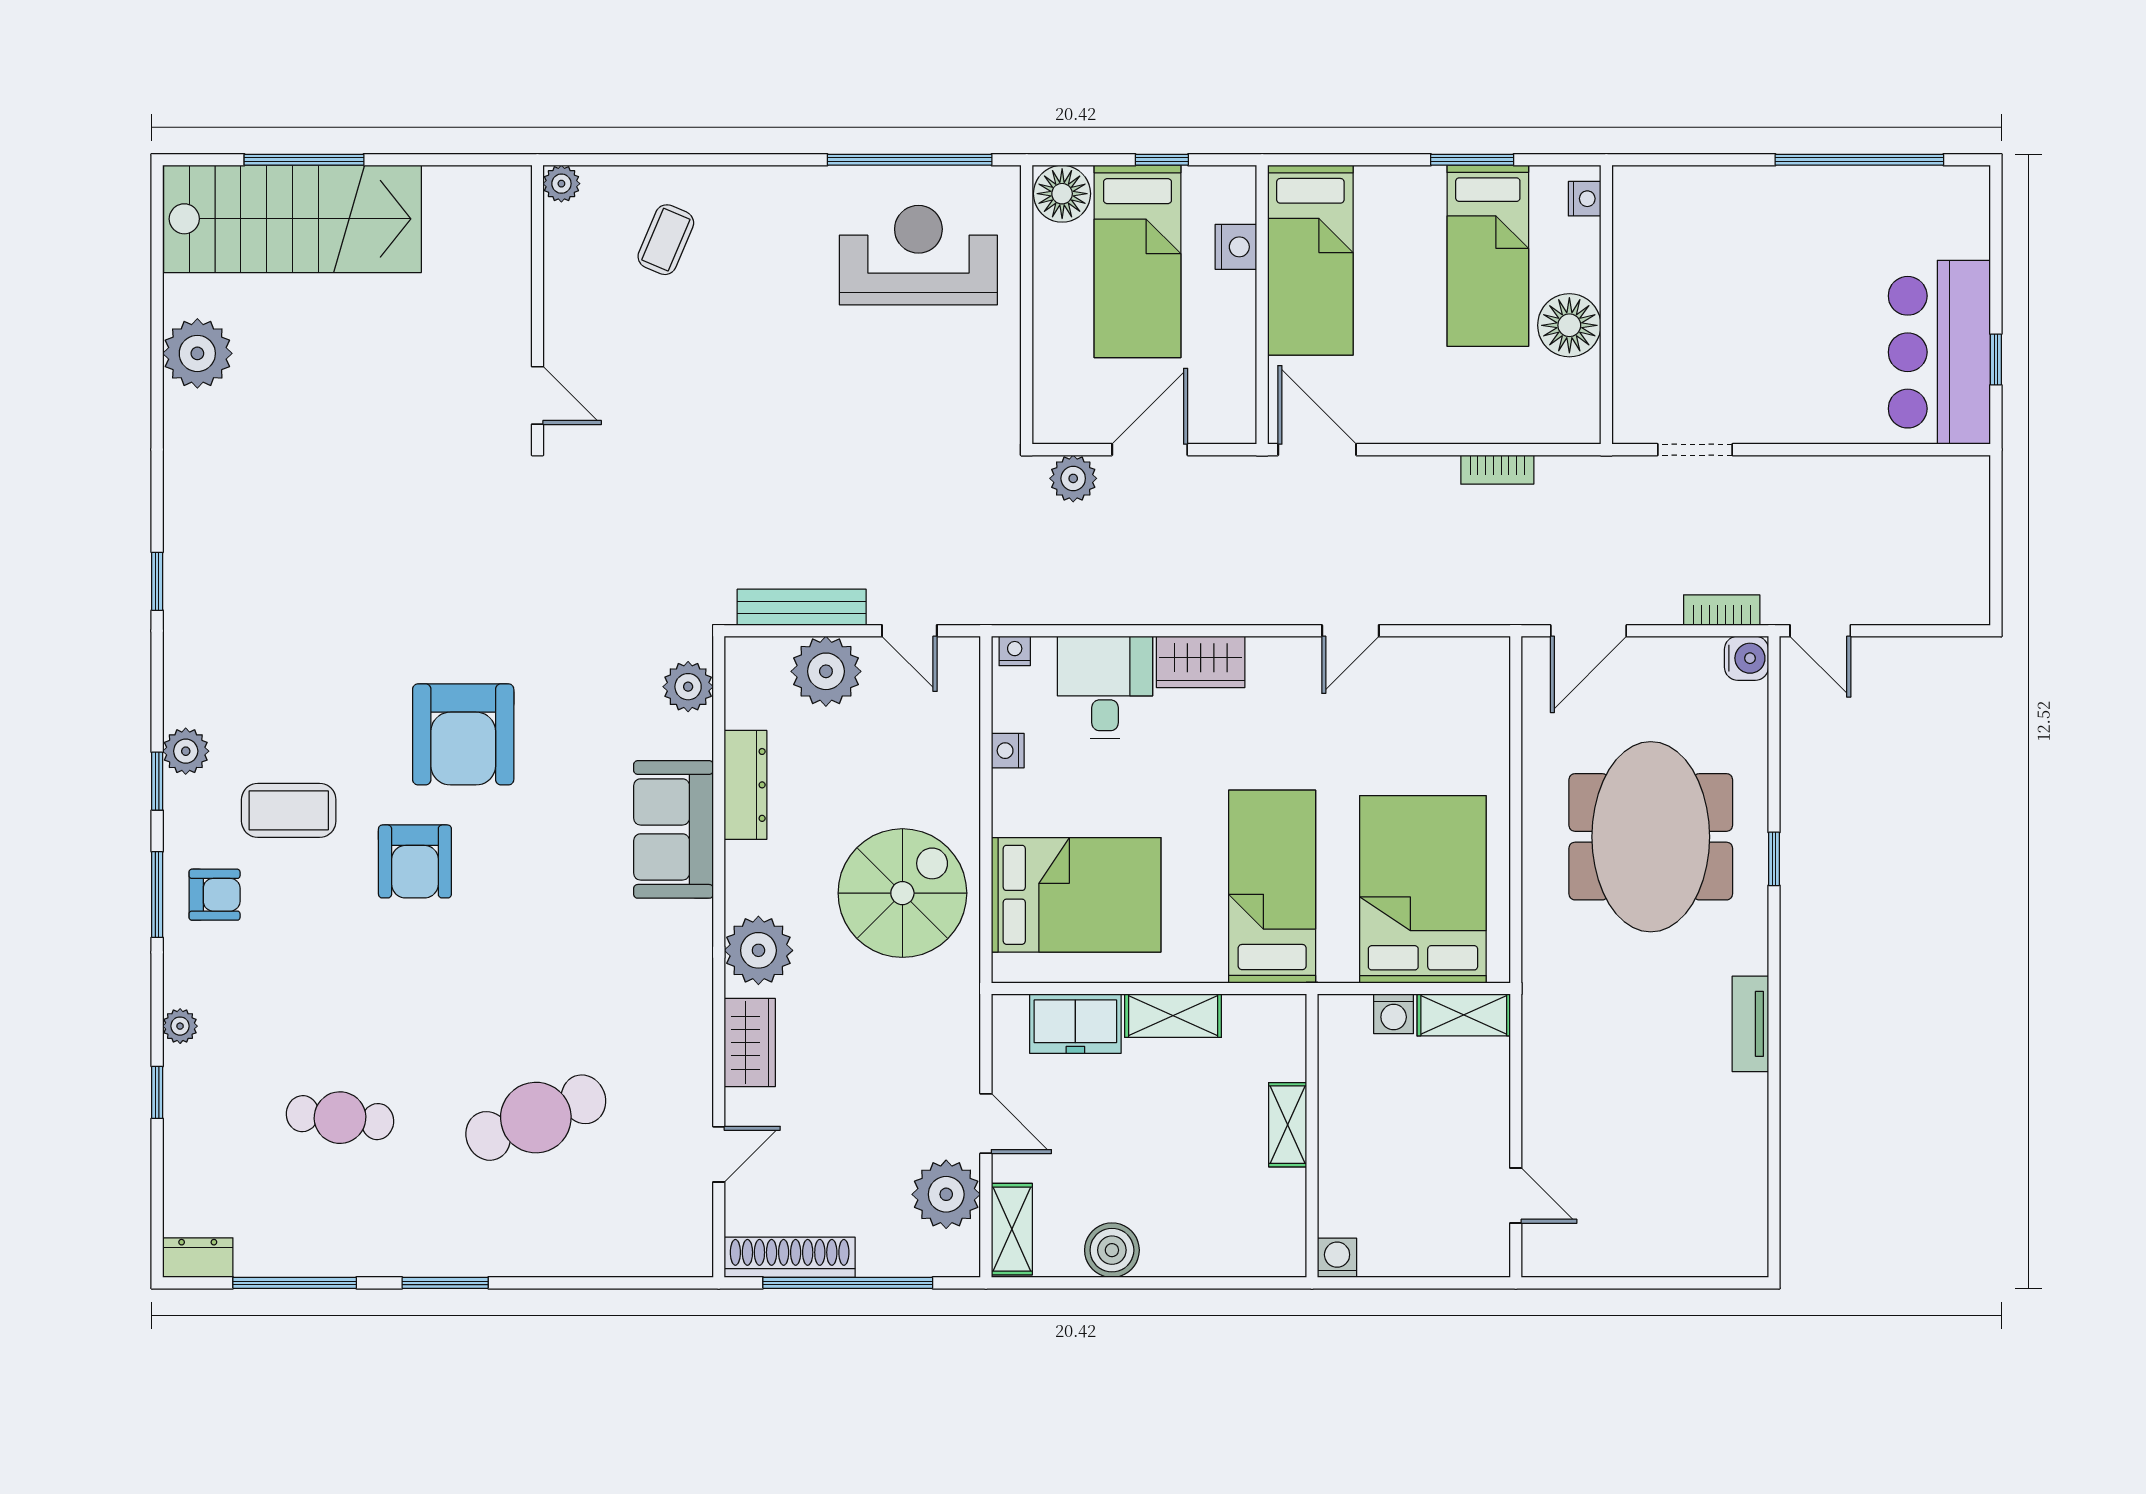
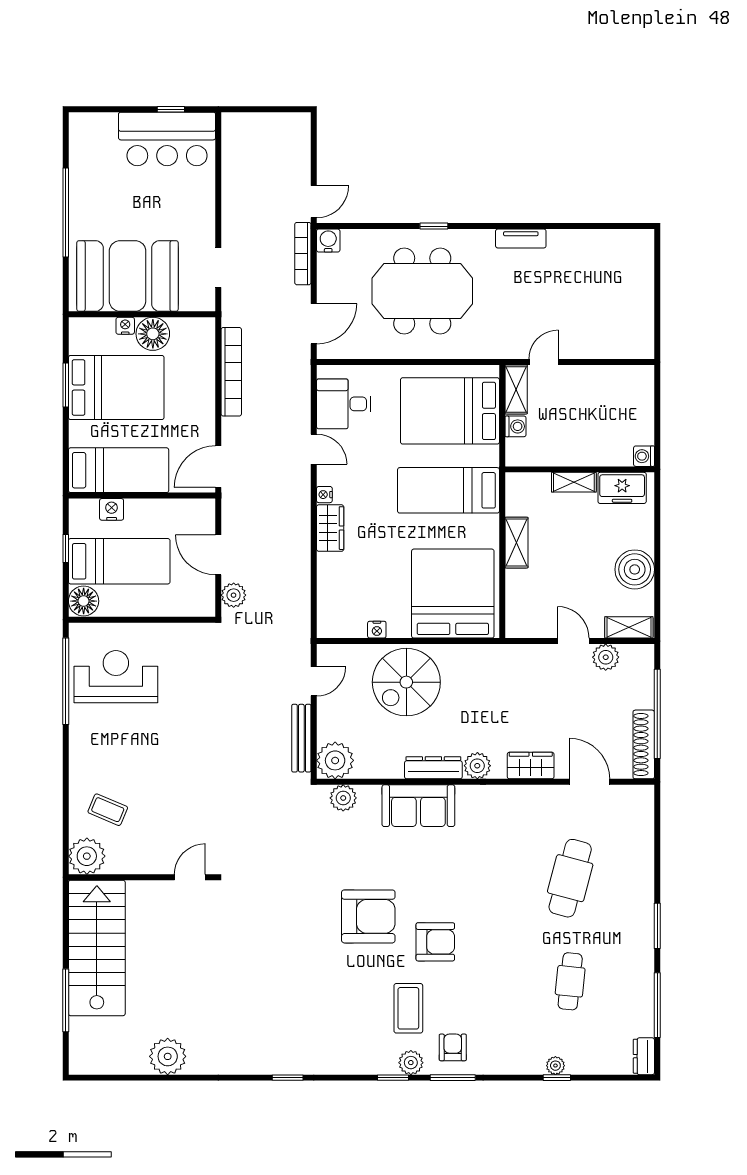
window: (1859, 160) -> (66, 213), moved
plant: (561, 184) -> (87, 856), width x1.87, depth x1.87
nightstand: (1585, 199) -> (125, 326), moved
stairs: (292, 219) -> (97, 948), moved
reception desk: (918, 255) -> (116, 677), turned 90
bed: (1488, 256) -> (116, 387), width x1.50
booth: (1679, 277) -> (128, 276), added
bookcase: (1497, 470) -> (231, 372), width x2.31, depth x1.31
bookcase: (1722, 610) -> (303, 254), width x1.56
door: (1589, 631) -> (314, 324), hinge flipped
nightstand: (1015, 651) -> (324, 495), moved
plant: (826, 671) -> (335, 760), moved
desk: (1105, 688) -> (344, 404), moved
plant: (186, 751) -> (411, 1063), moved
dresser: (745, 785) -> (433, 768), moved
spiral stairs: (902, 893) -> (406, 682), moved, turned -90
bed: (1076, 895) -> (453, 594), width x1.36
plant: (758, 950) -> (477, 766), width x0.73, depth x0.73
freezer: (1075, 1024) -> (622, 488), moved, turned 90
plant: (180, 1026) -> (555, 1066), moved
cafe table: (536, 1118) -> (570, 878), turned 36
door: (986, 1124) -> (573, 641), hinge flipped
door: (719, 1154) -> (589, 782), width x1.38
plant: (946, 1194) -> (606, 657), width x0.73, depth x0.73
door: (1516, 1195) -> (544, 362), moved
boiler: (1112, 1250) -> (635, 569), width x1.37, depth x1.37

